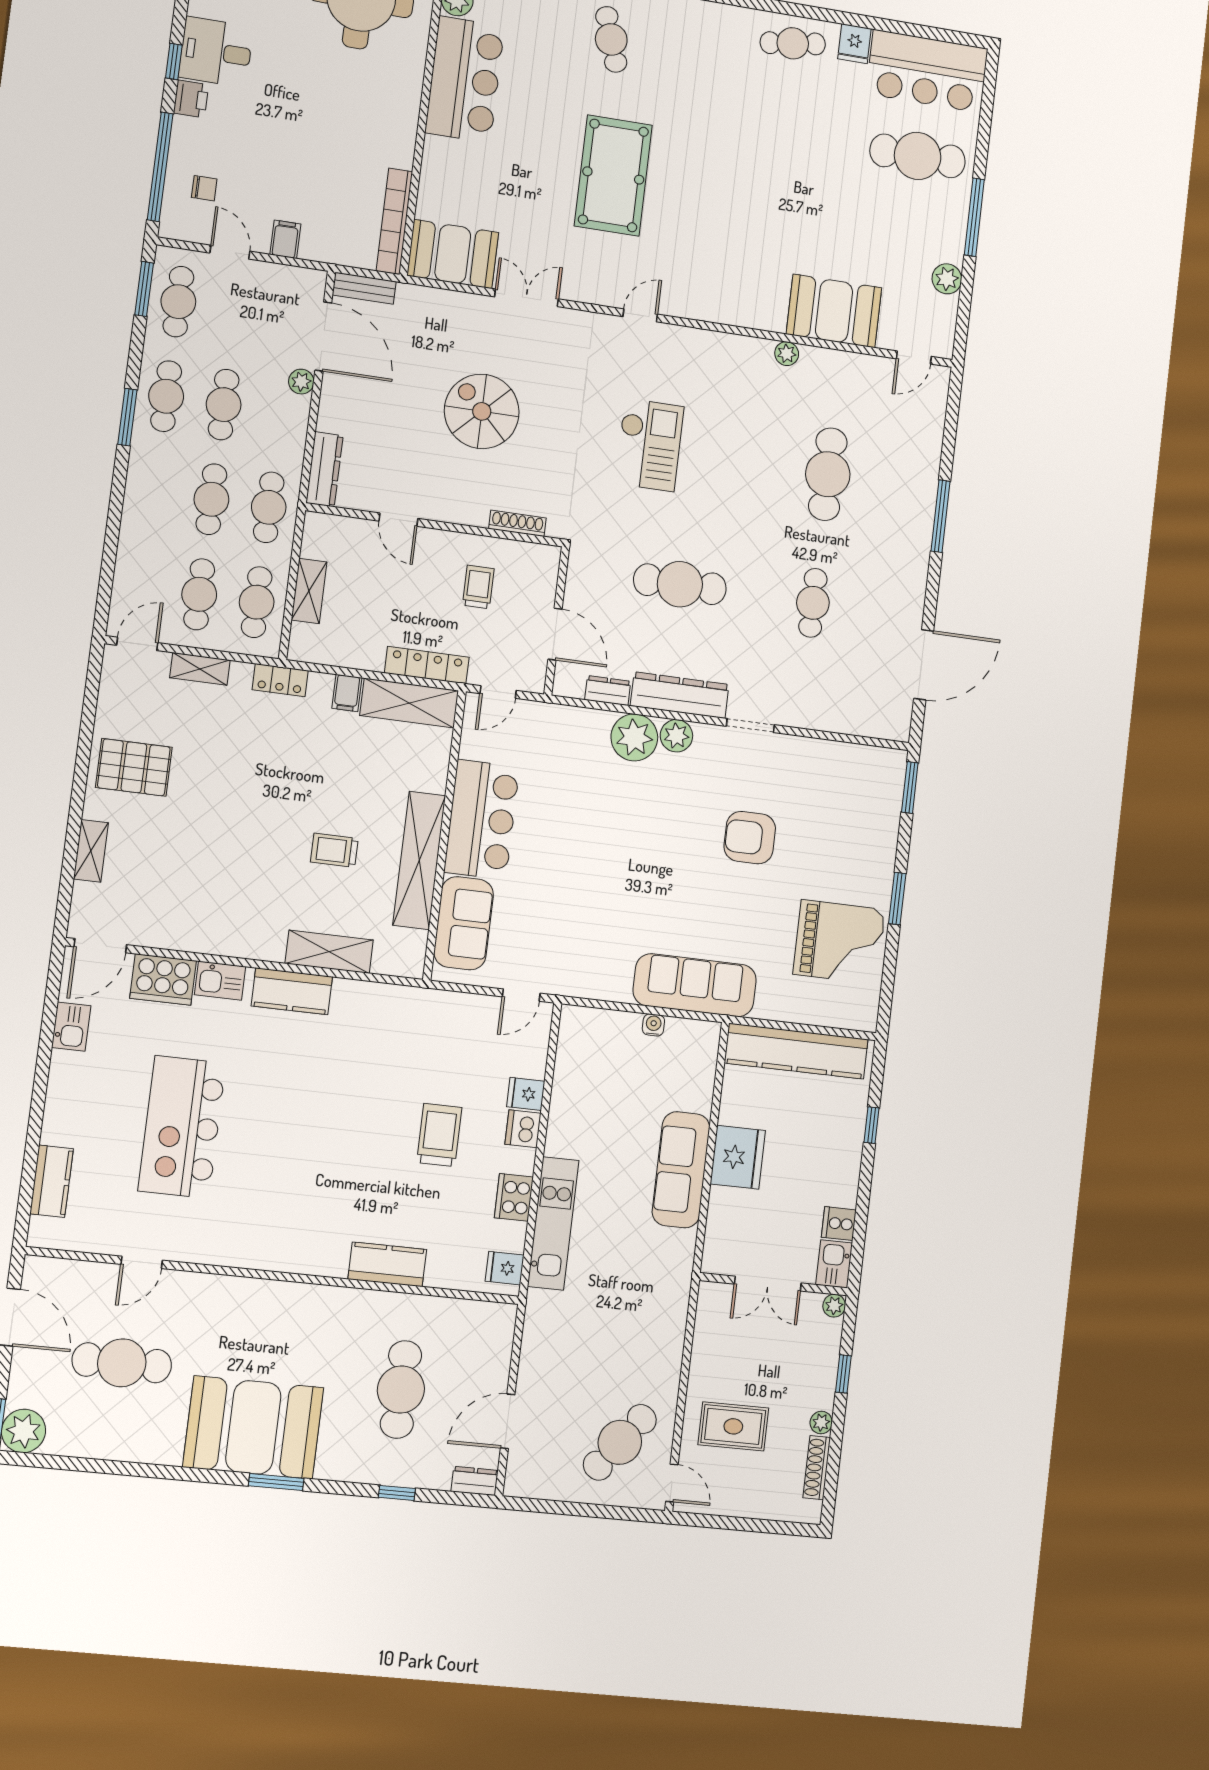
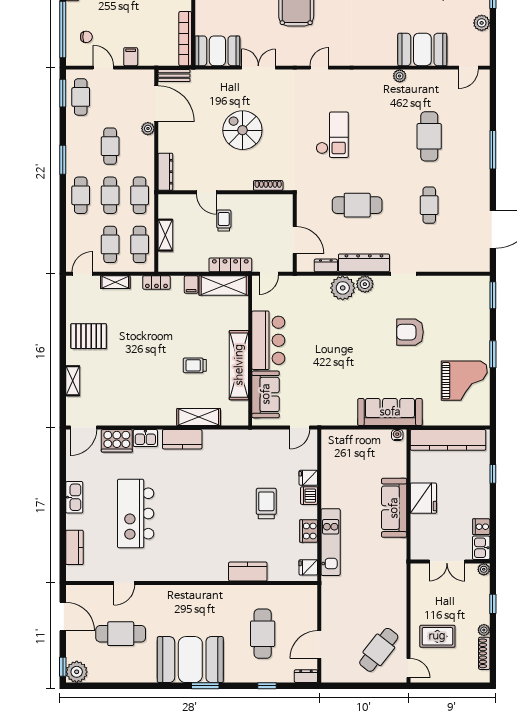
cafe table: (166, 396) -> (81, 195), moved
trolley: (478, 587) -> (224, 220), moved
water cooler: (653, 1025) -> (397, 435), moved
kitchen sink: (71, 1027) -> (74, 497), moved, width x1.38

